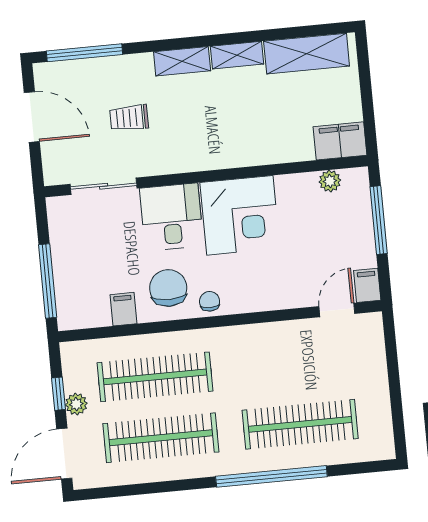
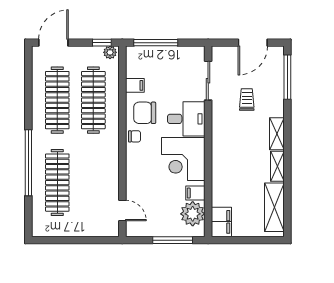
plant: (330, 181) -> (193, 214), width x1.88, depth x1.88
filing cabinet: (367, 285) -> (195, 193), moved, turned 180
chair: (168, 288) -> (145, 113), turned 180
window: (59, 394) -> (102, 43), moved
plant: (76, 404) -> (110, 52), moved
door: (64, 454) -> (53, 43), hinge flipped

